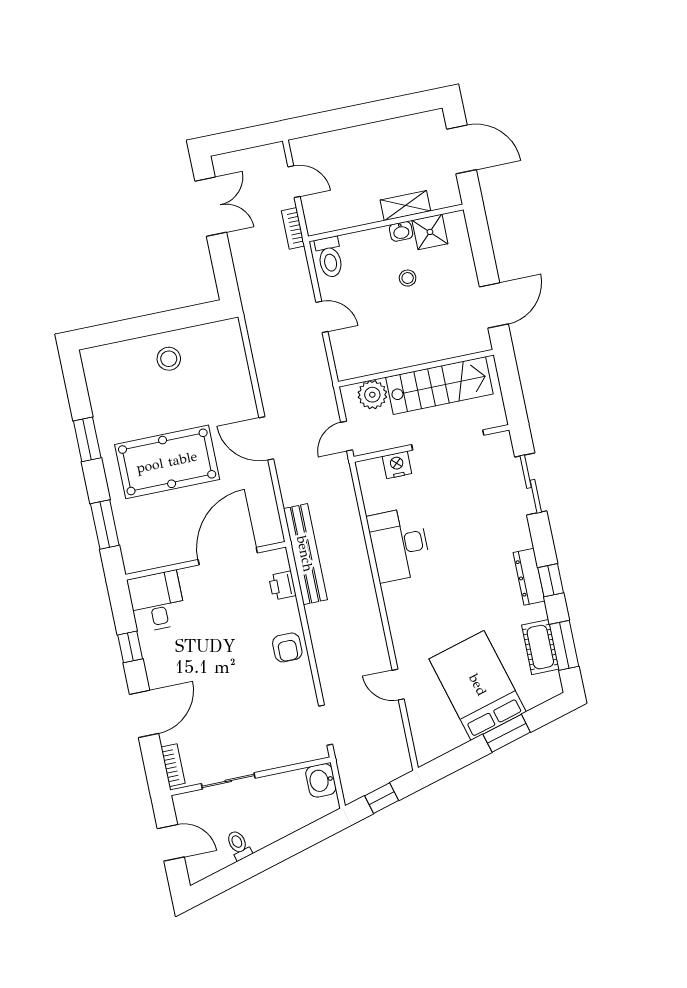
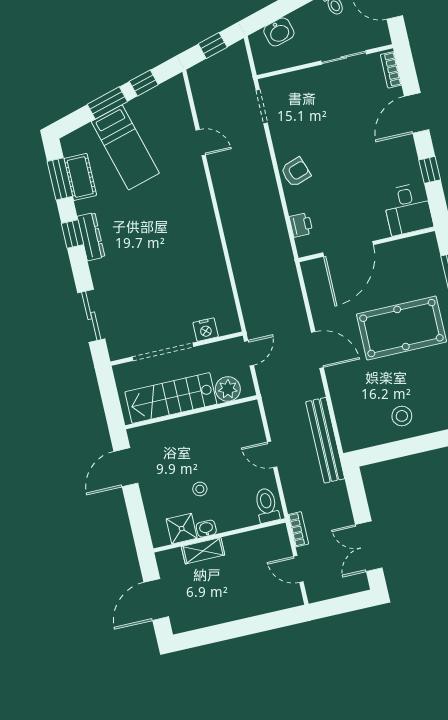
door: (461, 149) -> (156, 600), hinge flipped
desk: (399, 545) -> (202, 262), removed
bench: (305, 554) -> (325, 440), moved
armchair: (287, 647) -> (296, 172), turned 71
bed: (478, 685) -> (125, 147), width x0.67
window: (463, 756) -> (144, 83), added
washbasin: (321, 780) -> (279, 32), moved, turned 74

